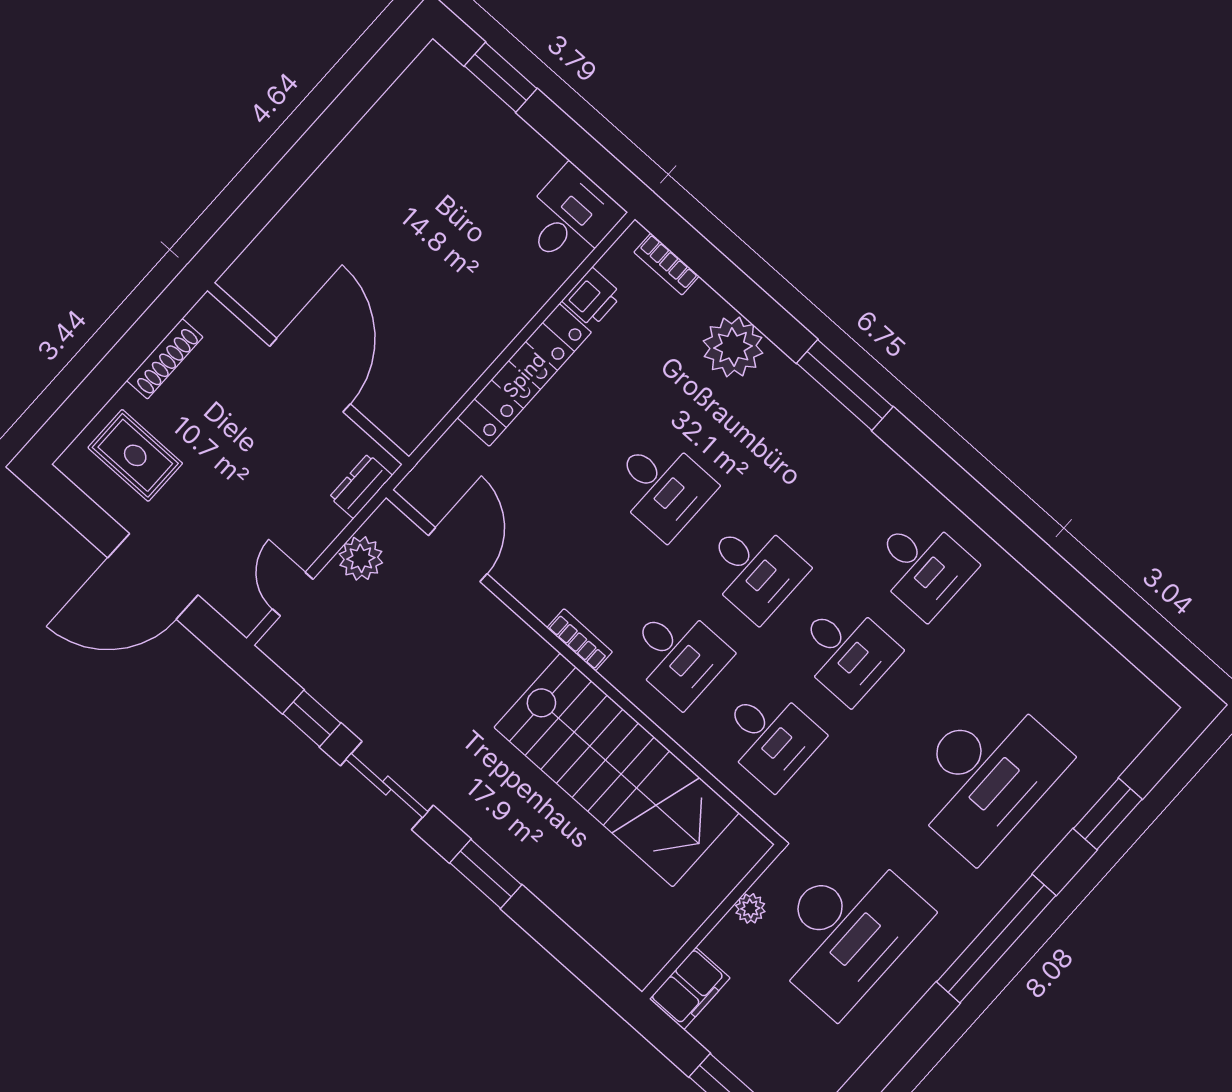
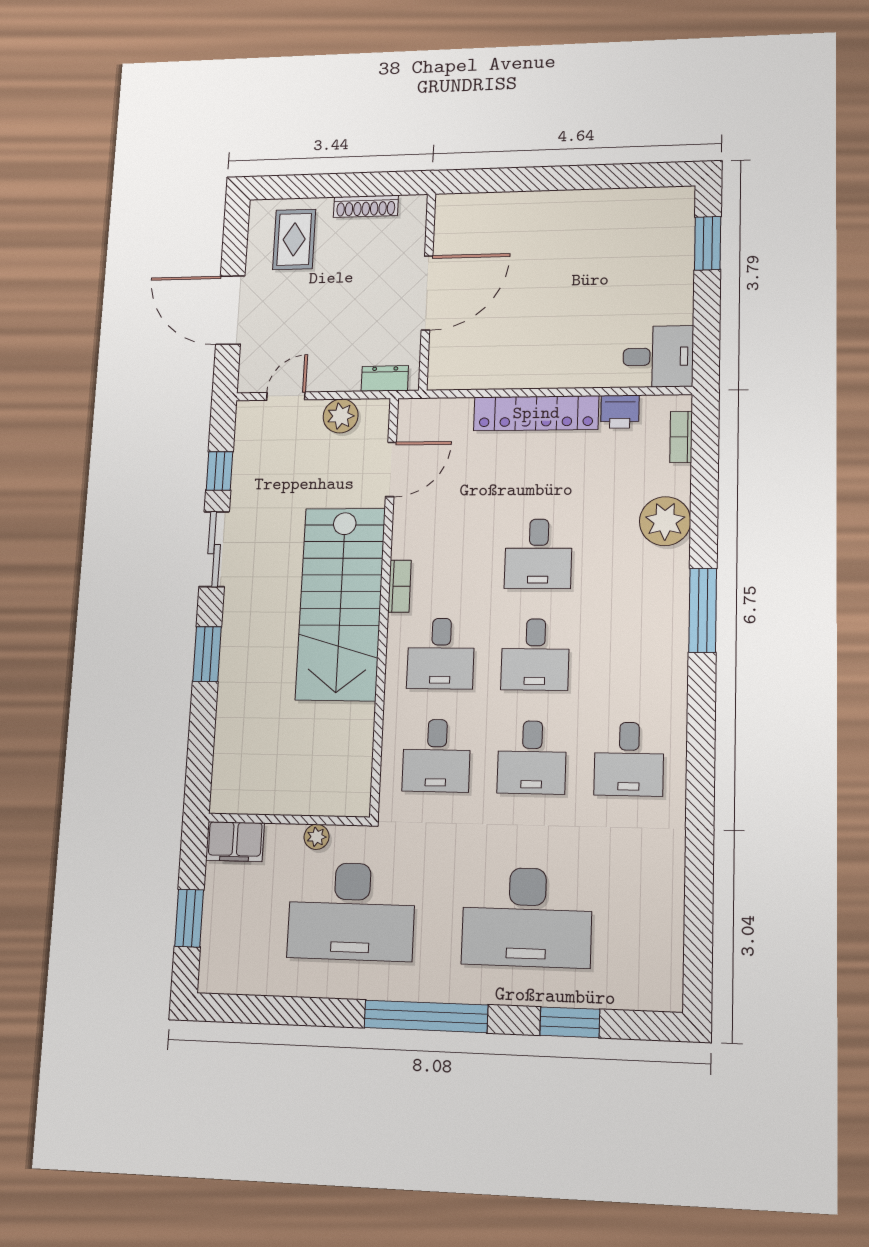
stairs: (617, 770) -> (340, 604), moved

